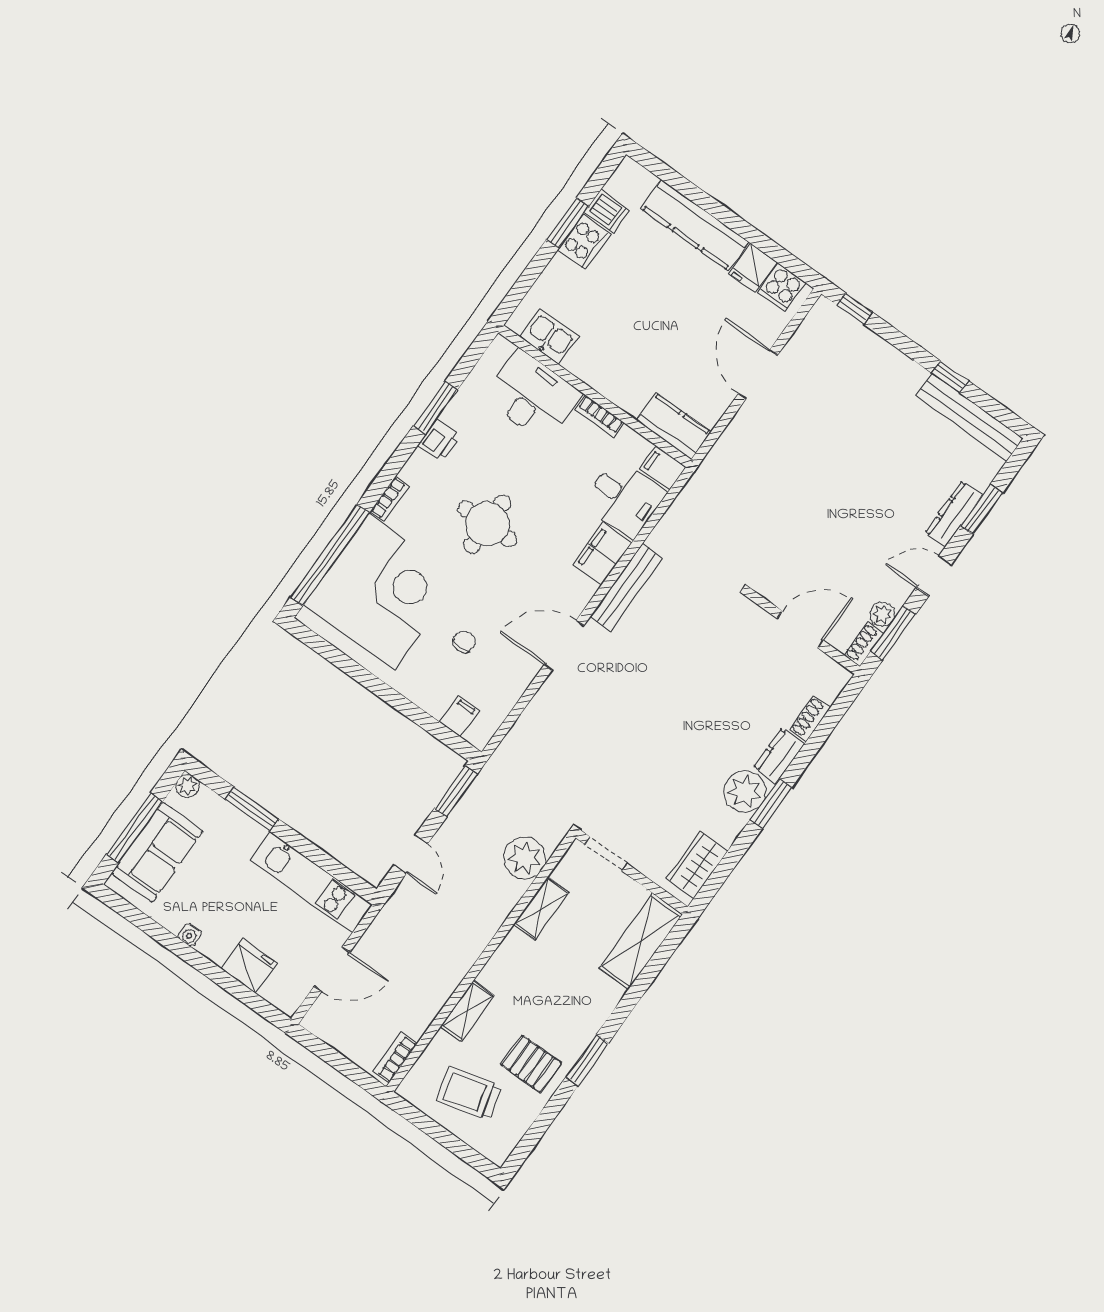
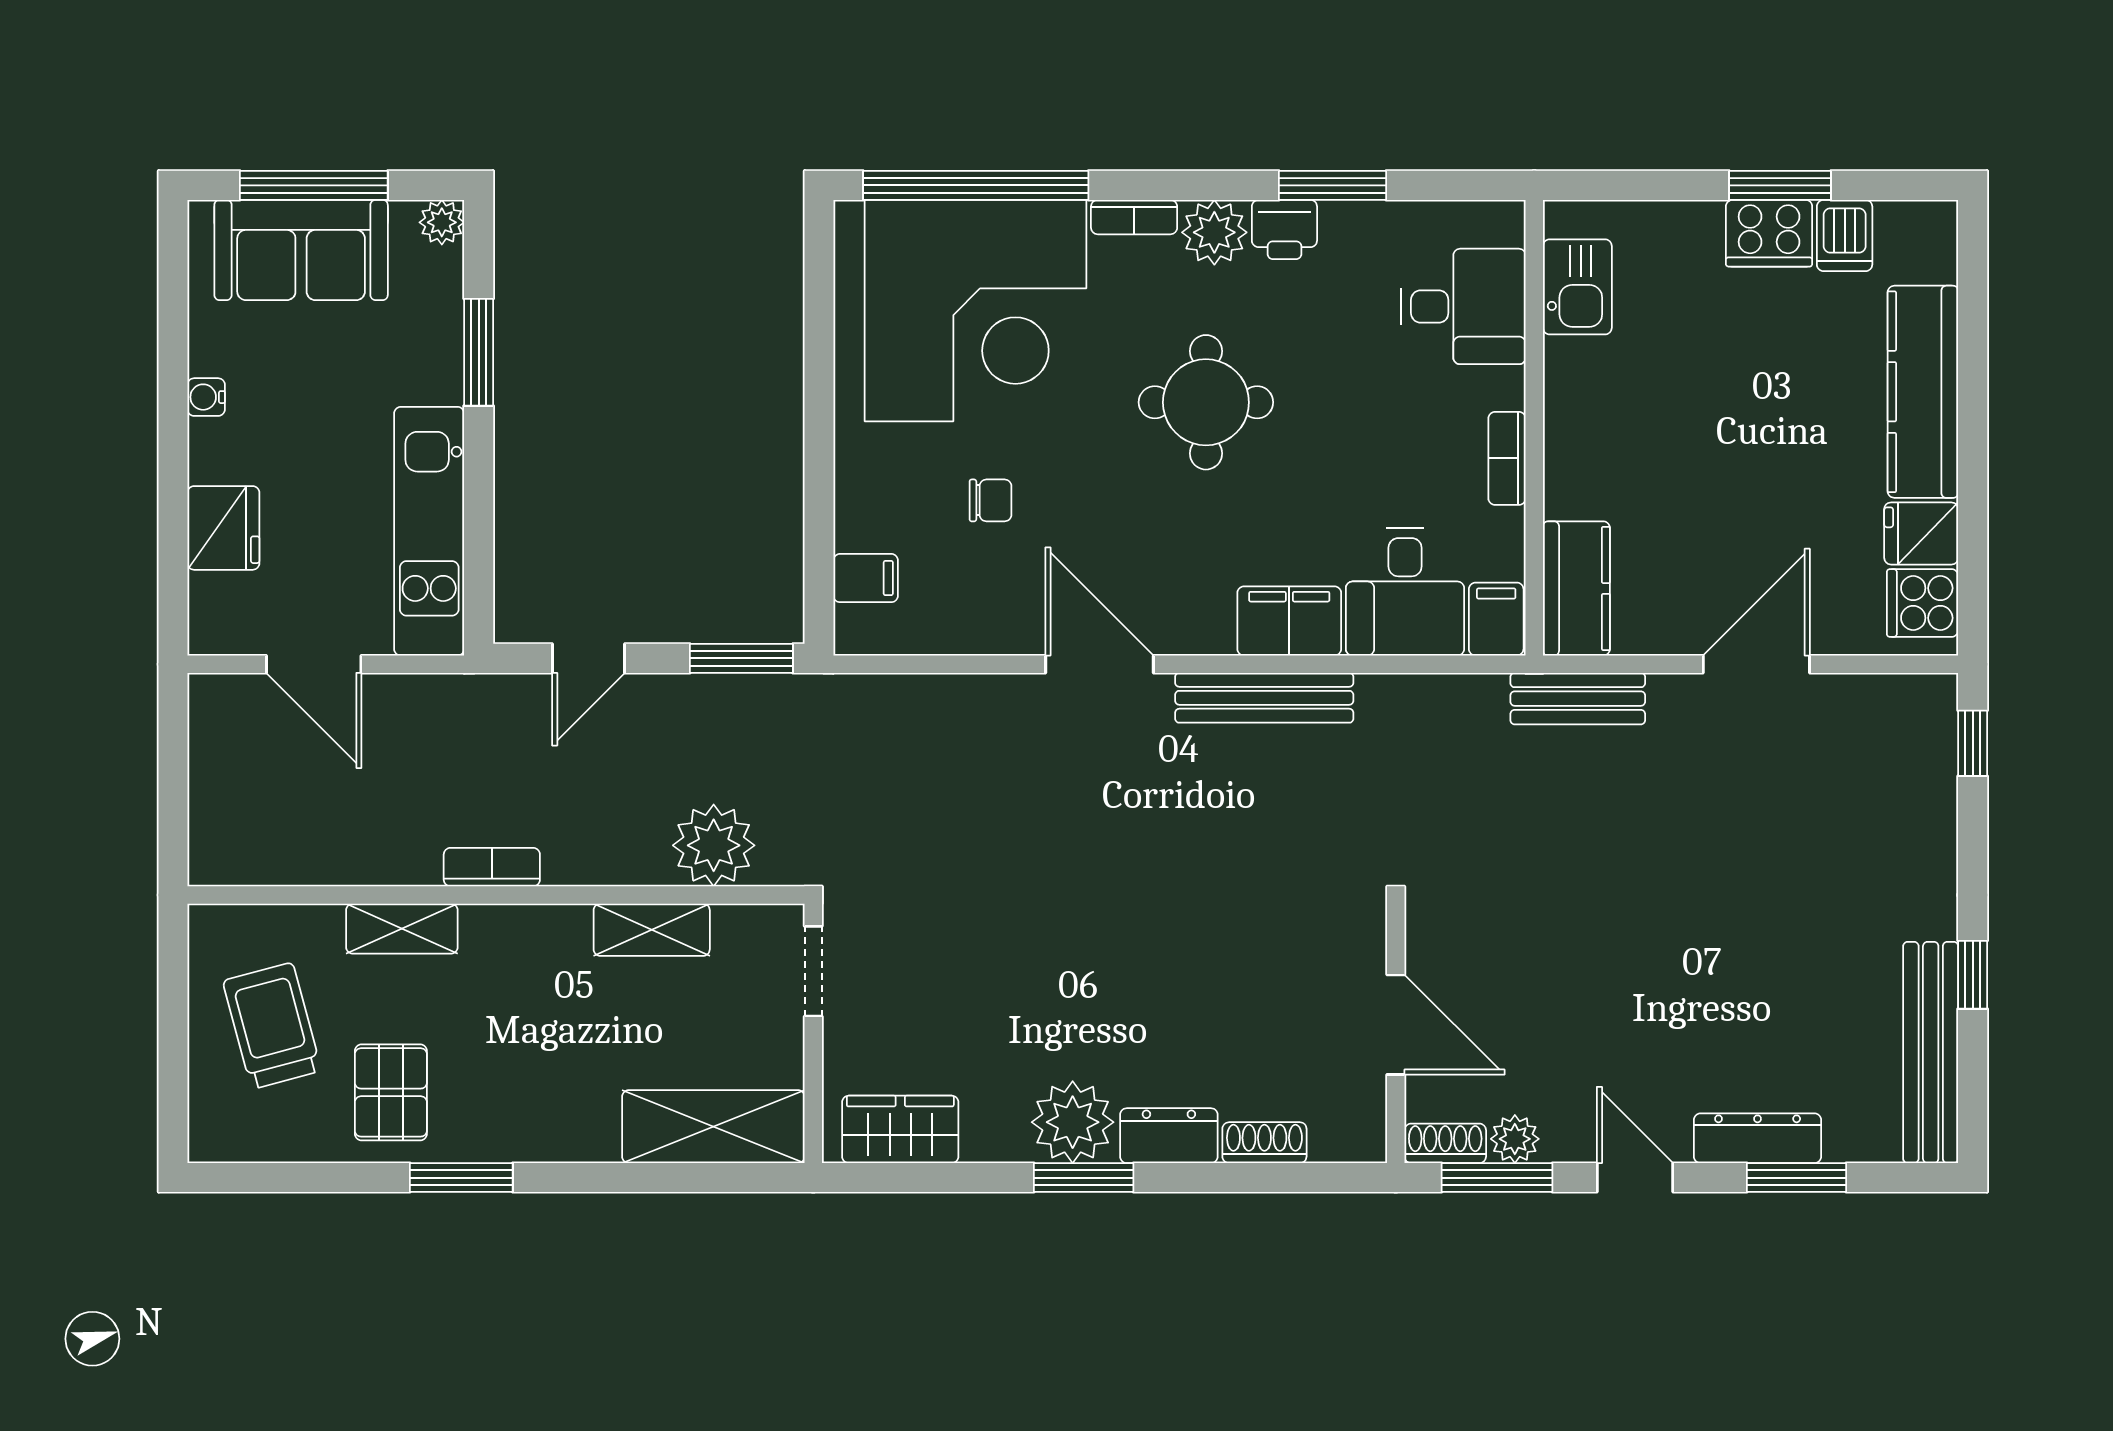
desk: (533, 396) -> (1463, 306), width x0.73
bench: (719, 458) -> (1578, 699), added
plant: (420, 470) -> (1214, 232), added
bookcase: (395, 1058) -> (492, 867), moved

